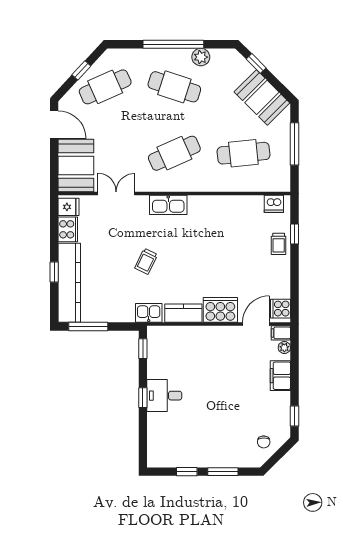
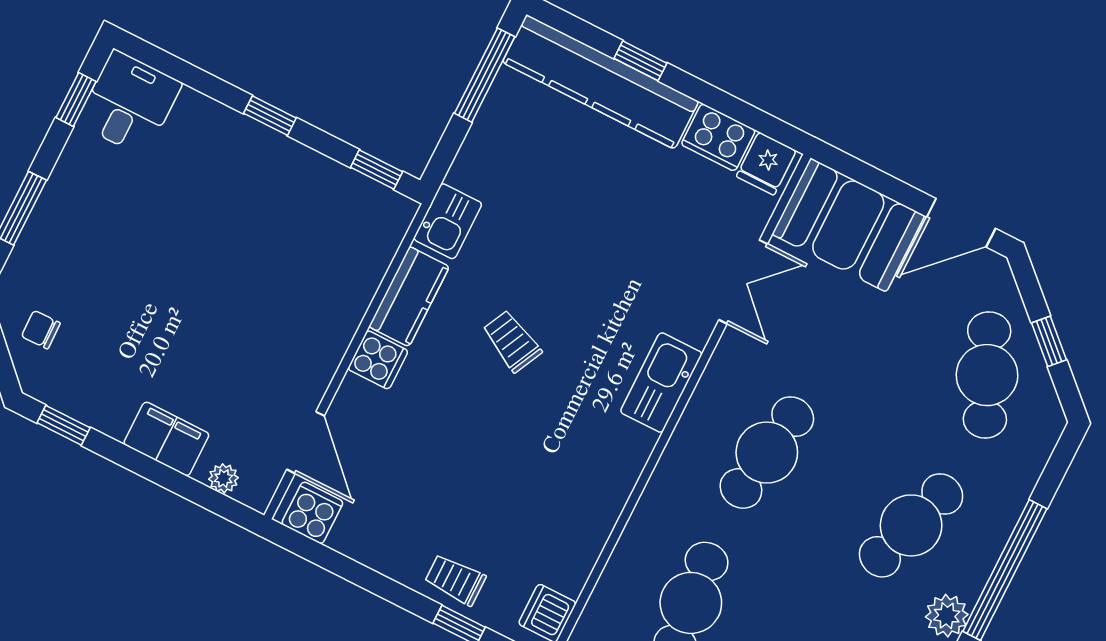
cafe table: (174, 153) -> (767, 453), turned 33
trolley: (146, 261) -> (512, 341), moved
cooker: (220, 310) -> (378, 360), width x0.53, depth x0.76
filing cabinet: (281, 333) -> (259, 487), removed
desk: (164, 396) -> (129, 103), moved
window: (187, 472) -> (76, 99), moved

